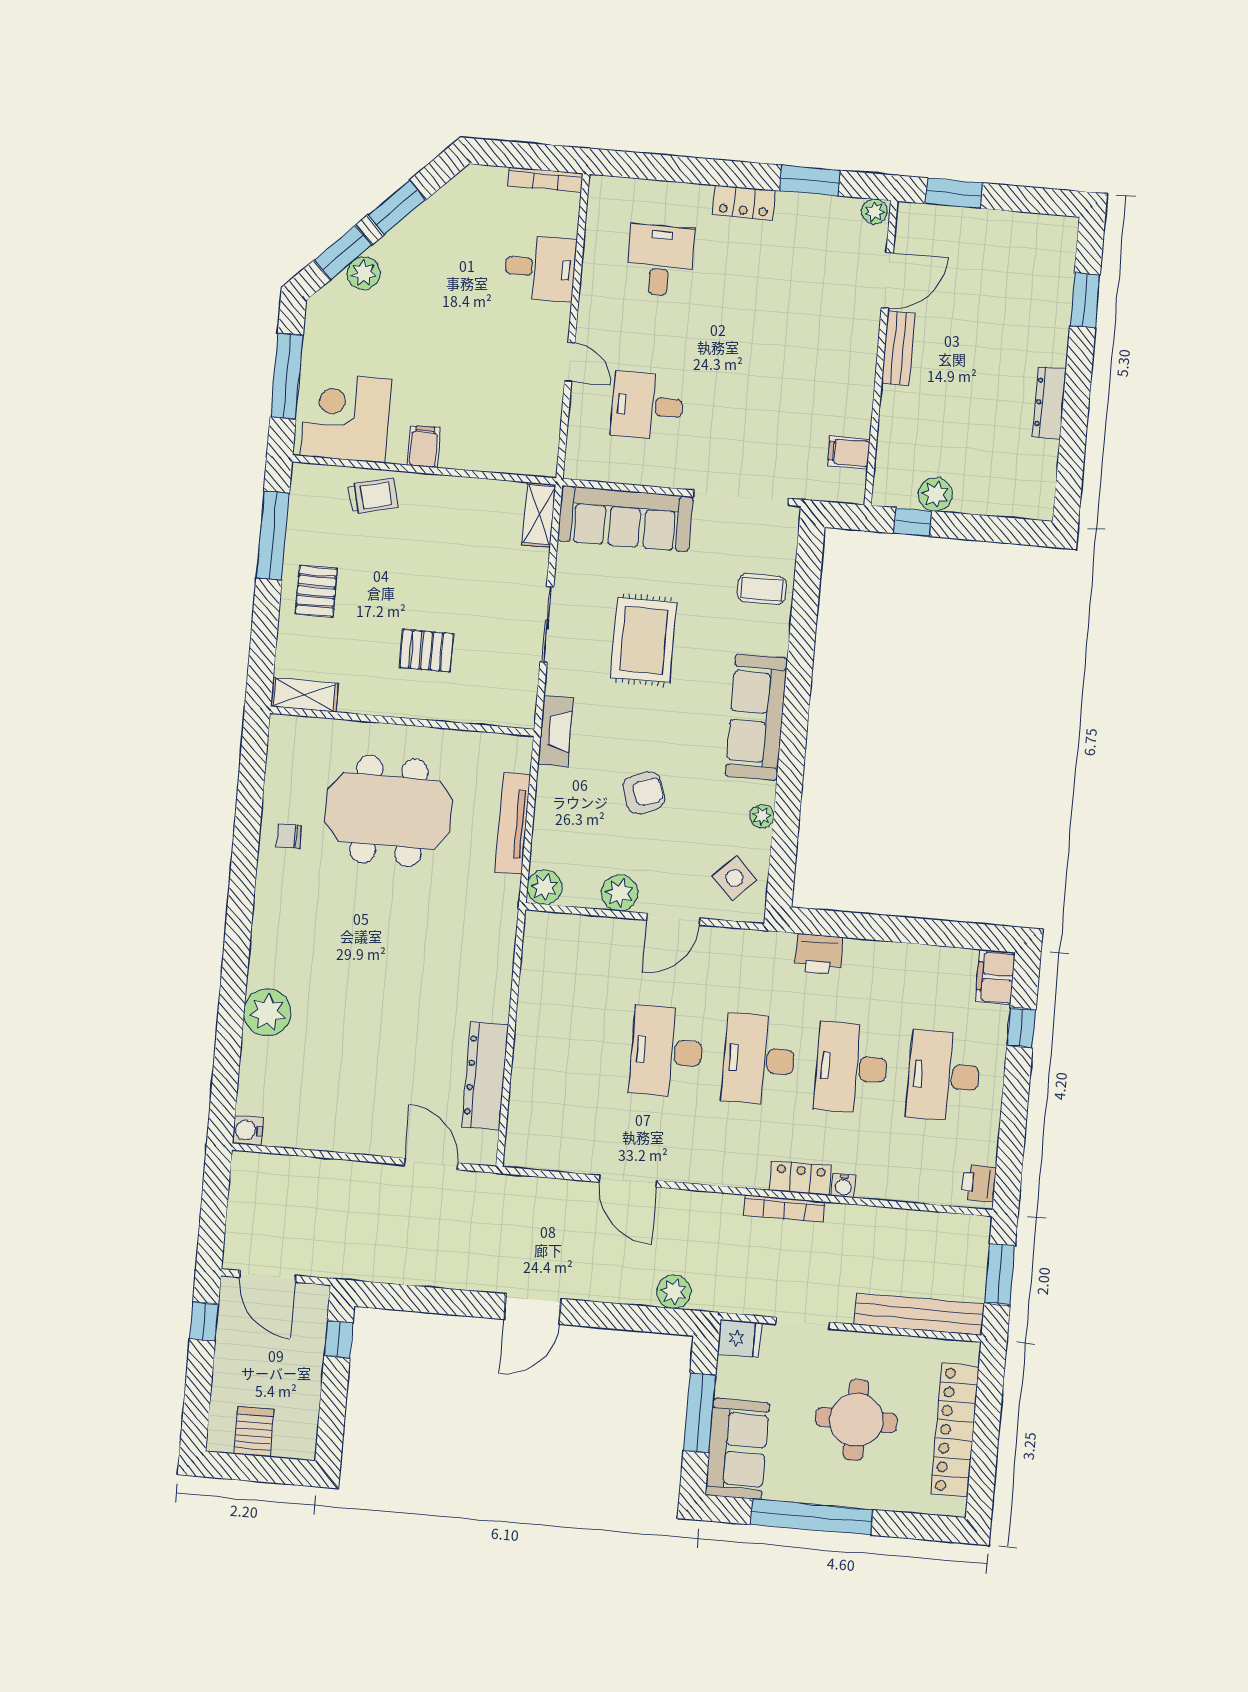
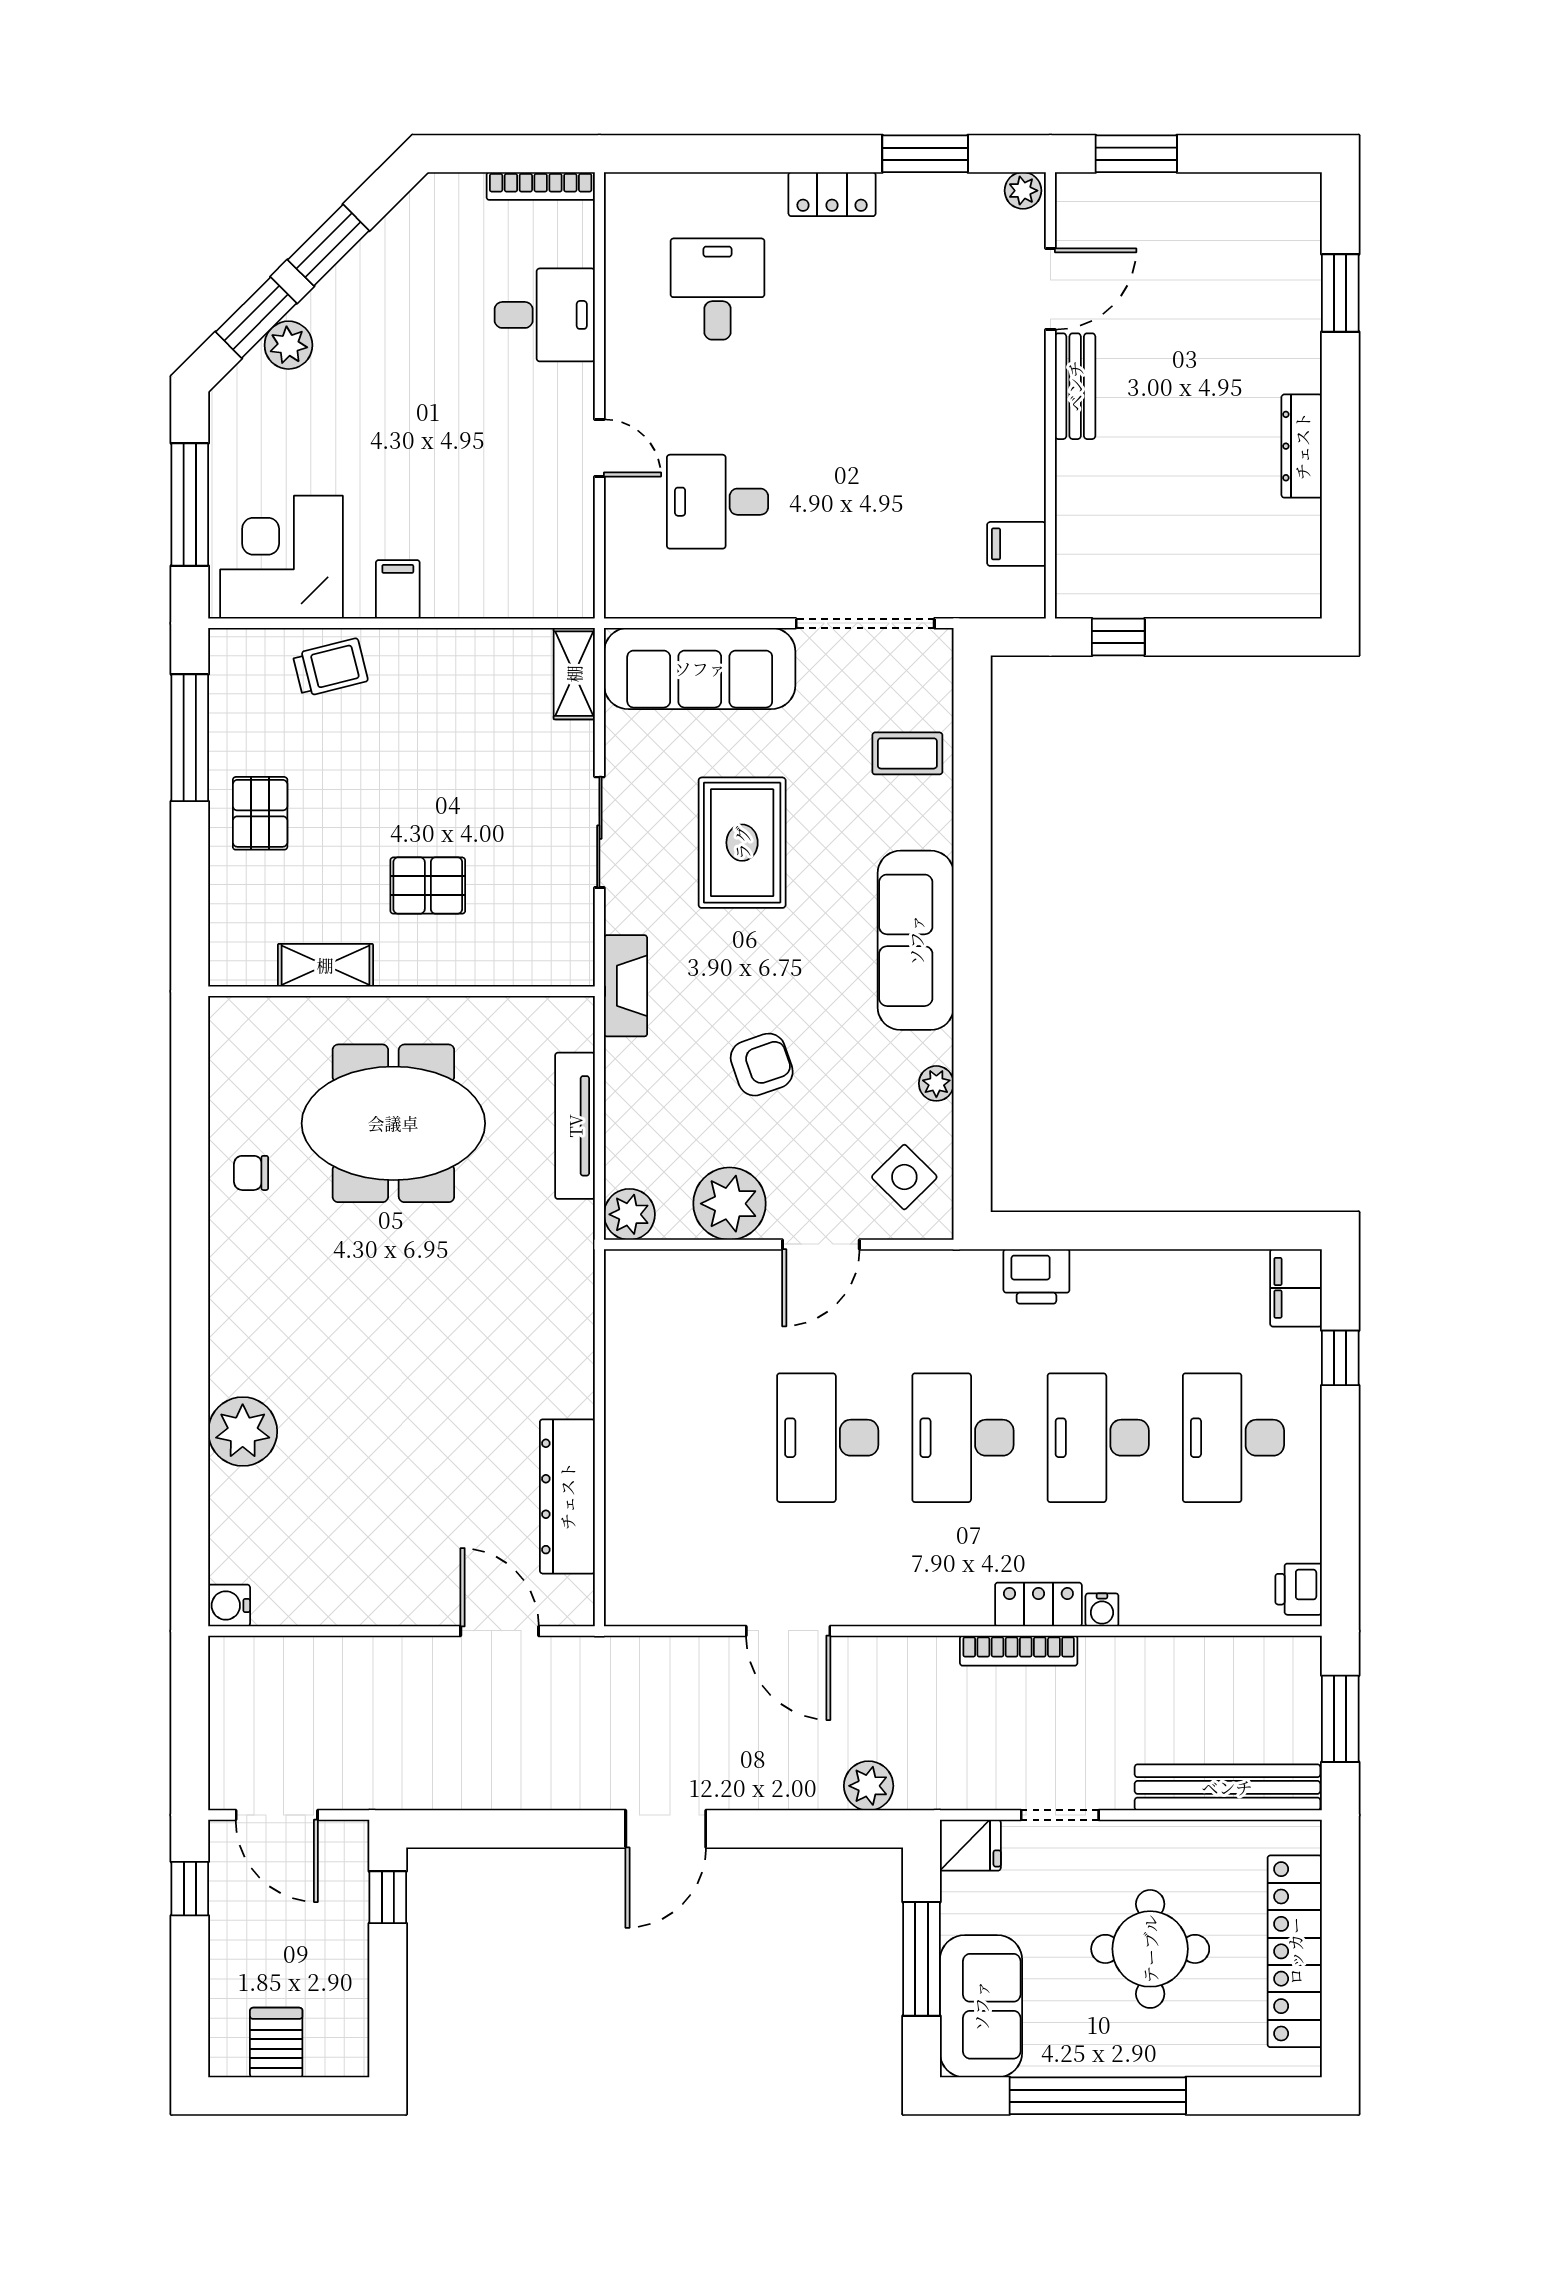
plant: (935, 494) -> (1148, 594), removed
shelving: (304, 695) -> (325, 965), moved
plant: (619, 893) -> (729, 1204), width x1.36, depth x1.36

